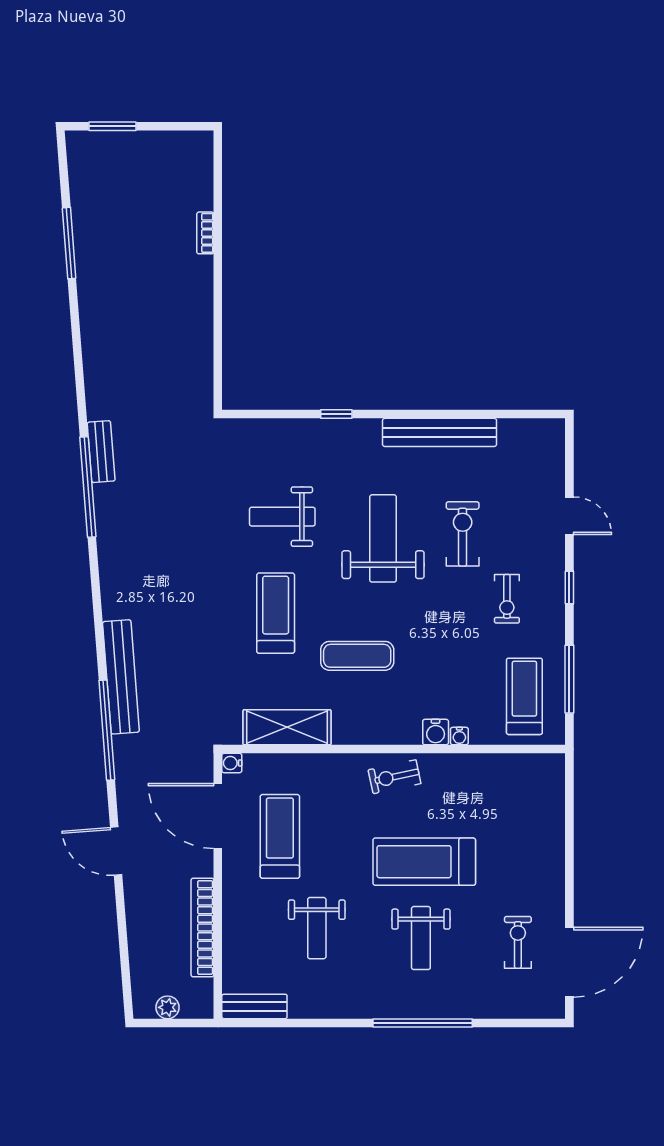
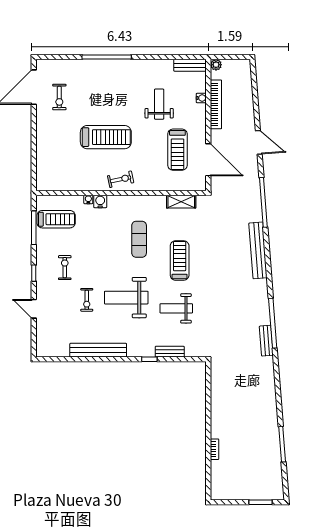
bench: (296, 429) -> (170, 352), added
weight bench: (282, 517) -> (176, 308), turned 180
exercise bike: (463, 534) -> (87, 300), width x0.73, depth x0.72
weight bench: (383, 538) -> (126, 298), turned 90
treadmill: (276, 613) -> (180, 260), turned 180
exercise mat: (357, 656) -> (139, 239), turned 90
bench: (121, 677) -> (258, 250), moved
treadmill: (524, 696) -> (56, 219), turned -90
shelving: (287, 727) -> (181, 202), width x0.67, depth x0.75
water cooler: (232, 763) -> (201, 98), moved
weight bench: (421, 938) -> (107, 99), removed
plant: (168, 1007) -> (216, 65), moved

